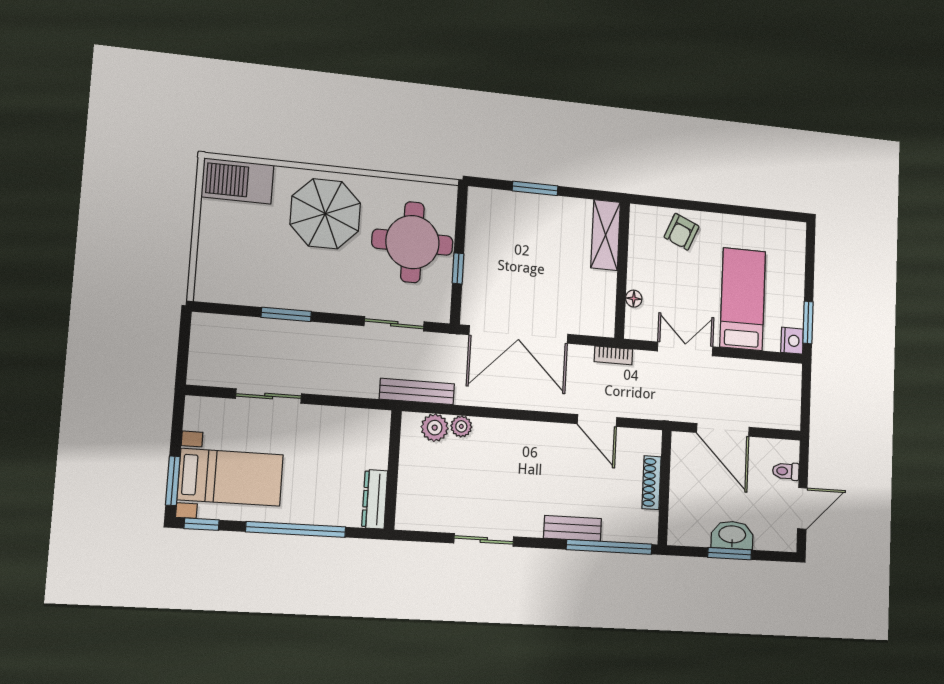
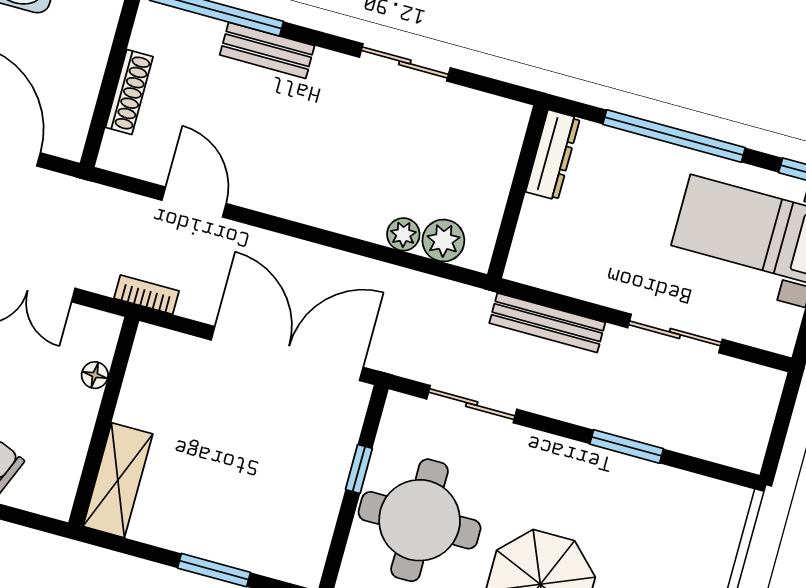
bench: (417, 391) -> (547, 323), moved

